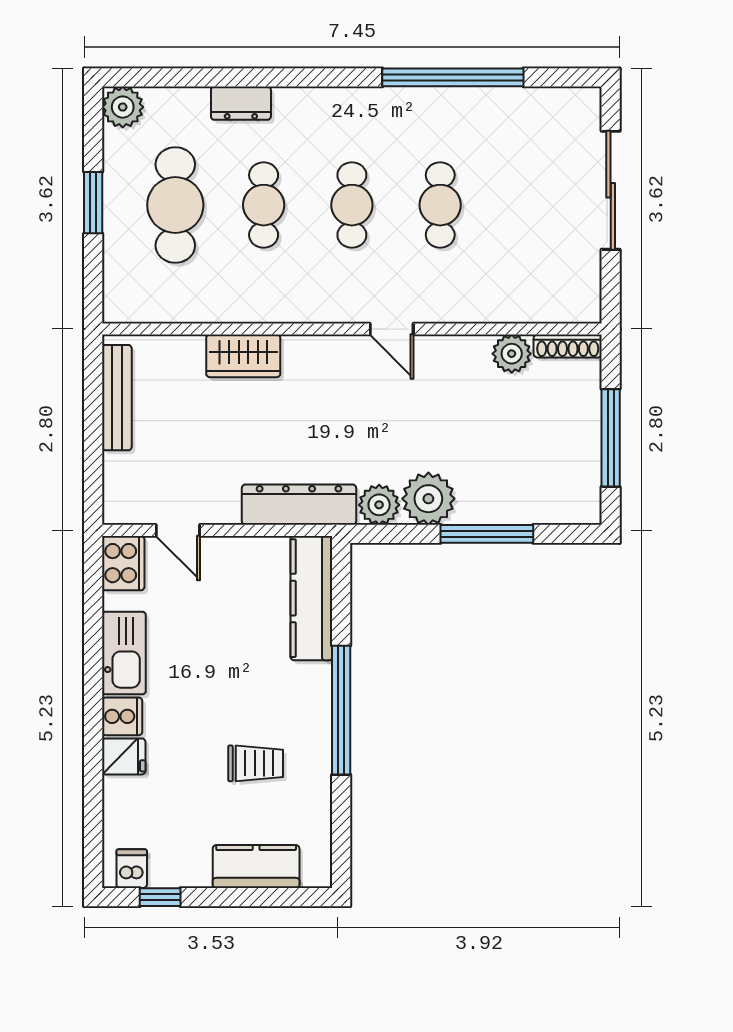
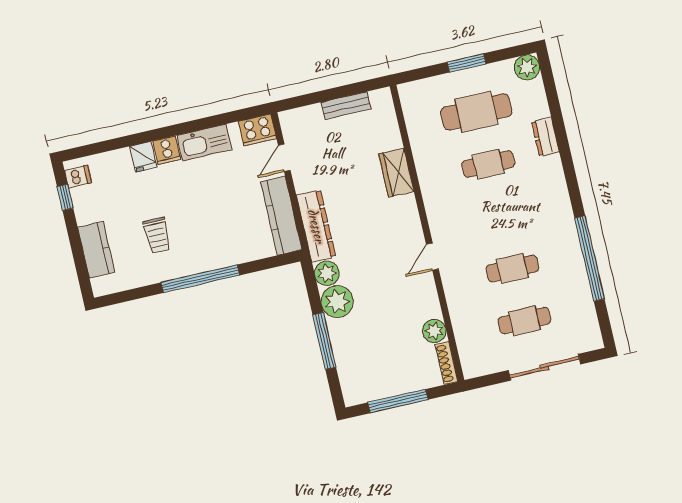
cafe table: (352, 205) -> (524, 321), moved
bench: (117, 398) -> (346, 105), width x0.73
kitchen counter: (311, 598) -> (281, 216), moved, turned -90

